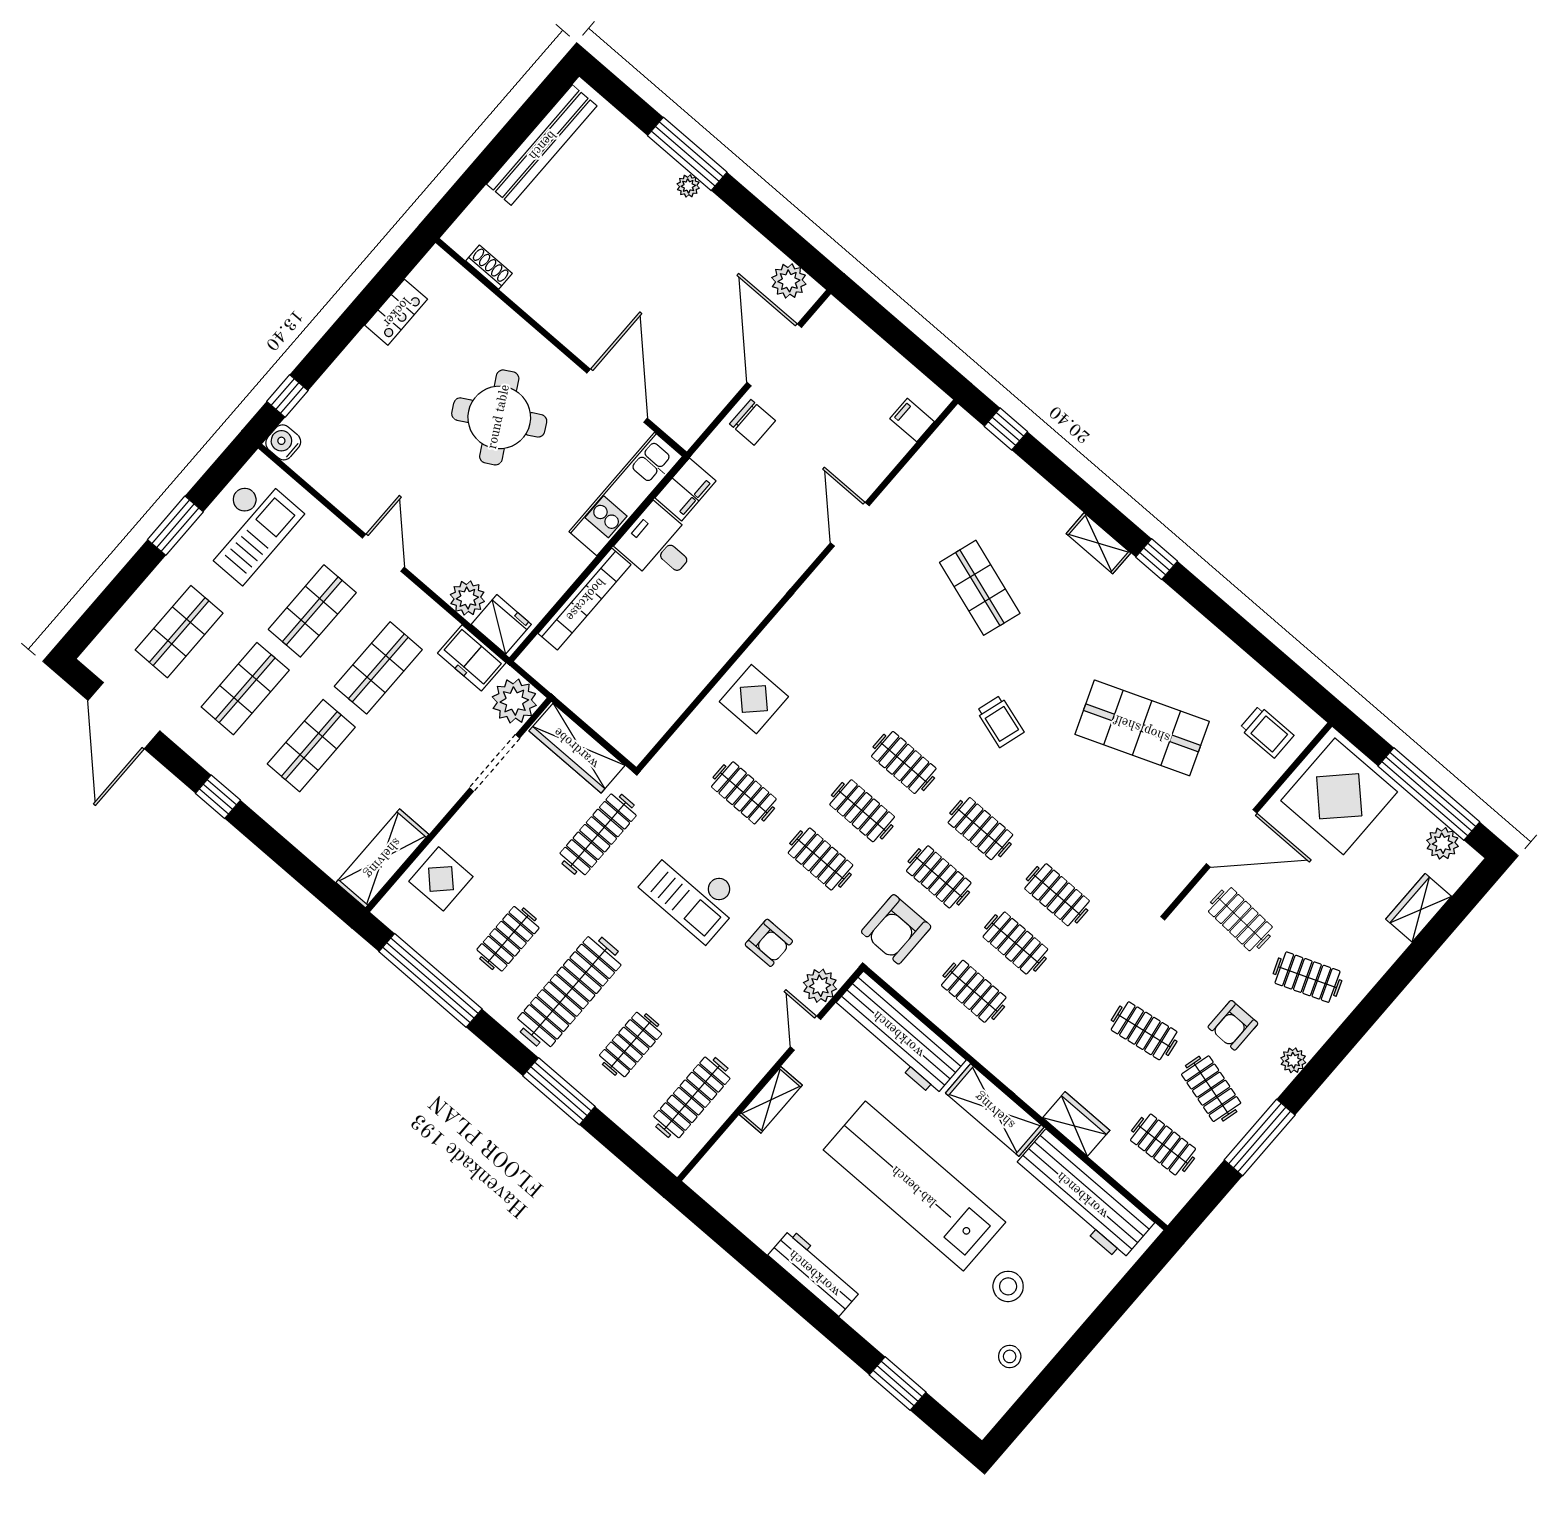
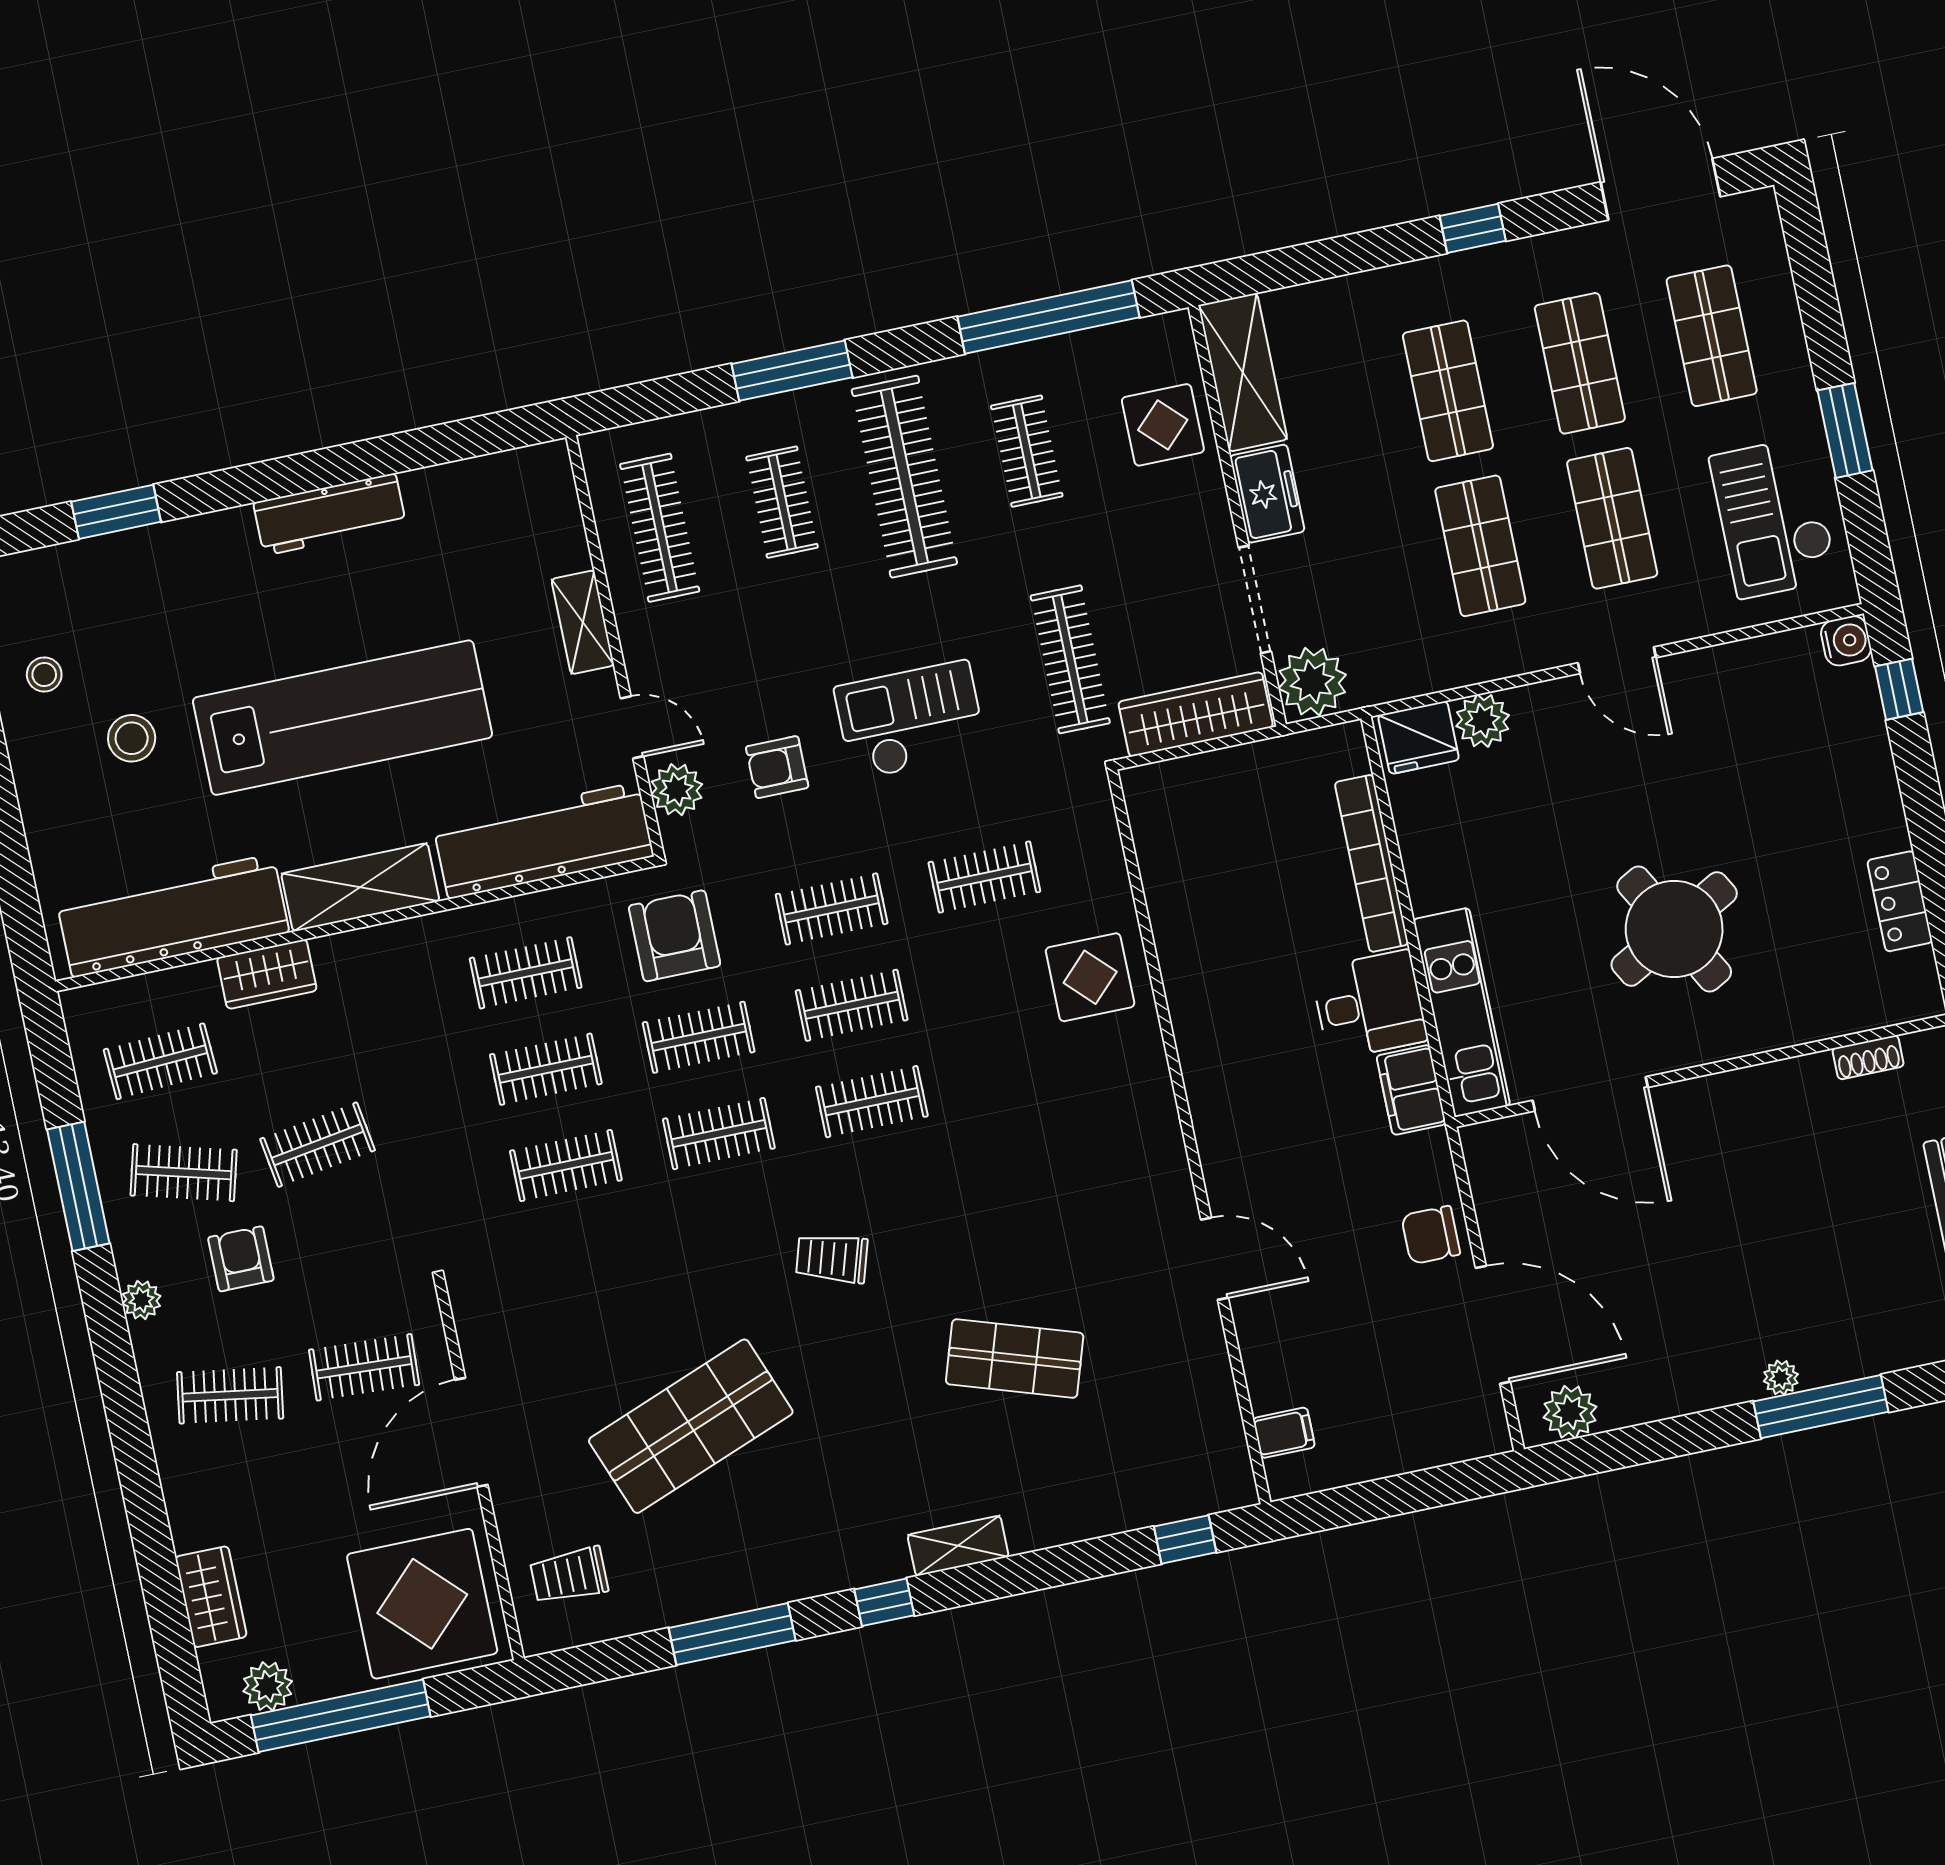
window: (1233, 625) -> (732, 1634), added
freezer: (472, 658) -> (1267, 494), moved, turned 90
clothes rail: (1307, 977) -> (230, 1395), turned 30

